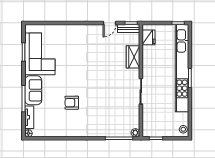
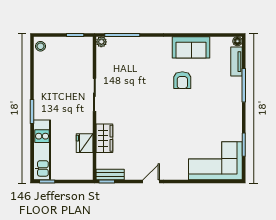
door: (110, 23) -> (151, 181), moved
fridge: (149, 37) -> (85, 143), moved
corner sofa: (40, 54) -> (215, 161), moved, turned 90
kitchen unit: (182, 68) -> (42, 150), width x0.54
sofa: (33, 90) -> (191, 47), moved, turned -90
armchair: (72, 103) -> (182, 80), turned 90

